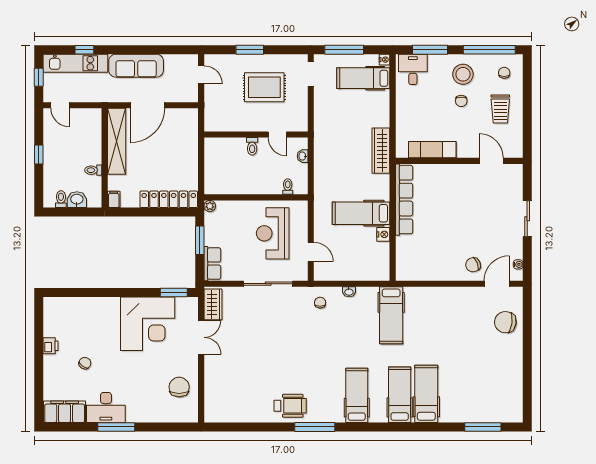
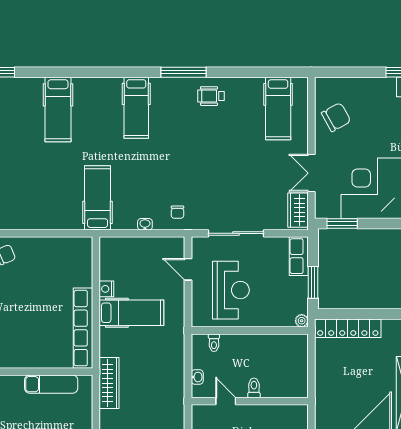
chair: (179, 387) -> (336, 117), turned -119
hospital bed: (400, 395) -> (278, 108), moved
wheelchair: (290, 406) -> (211, 96), width x0.73, depth x0.73

